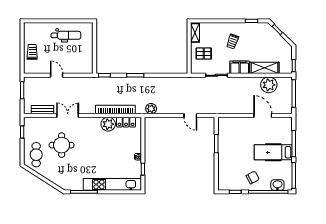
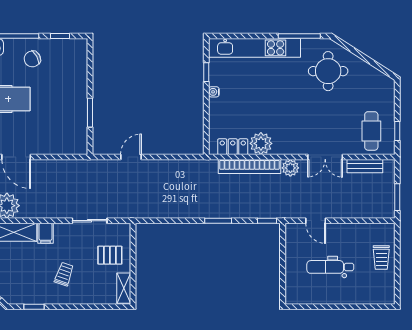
dental chair: (66, 35) -> (330, 267), moved
filing cabinet: (240, 67) -> (46, 233), width x0.50
door: (57, 75) -> (316, 221), moved
plant: (151, 109) -> (290, 168), moved
door: (190, 116) -> (131, 157), hinge flipped
round table: (62, 145) -> (328, 71), moved
cafe table: (36, 155) -> (371, 131), moved

